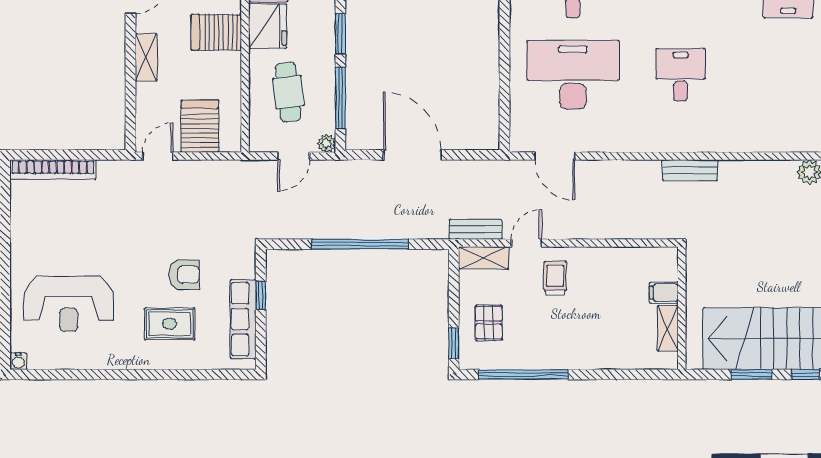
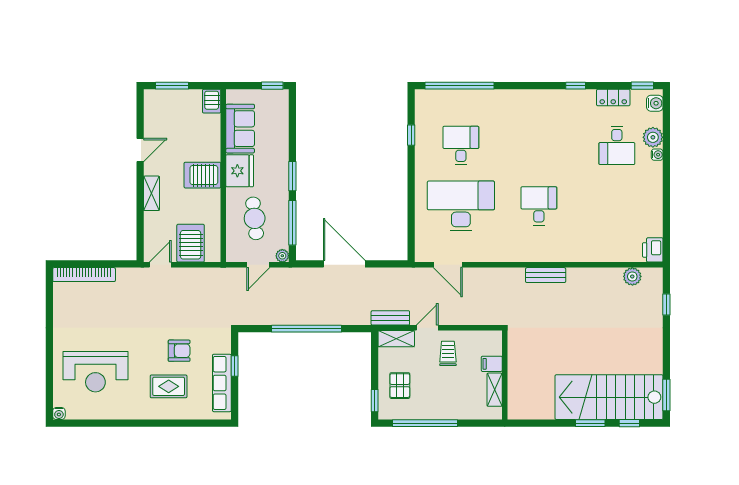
filing cabinet: (664, 293) -> (492, 364), moved
wall: (682, 308) -> (505, 375), moved
shelving: (668, 328) -> (495, 390), moved

